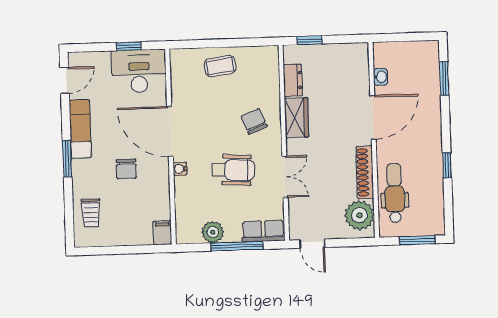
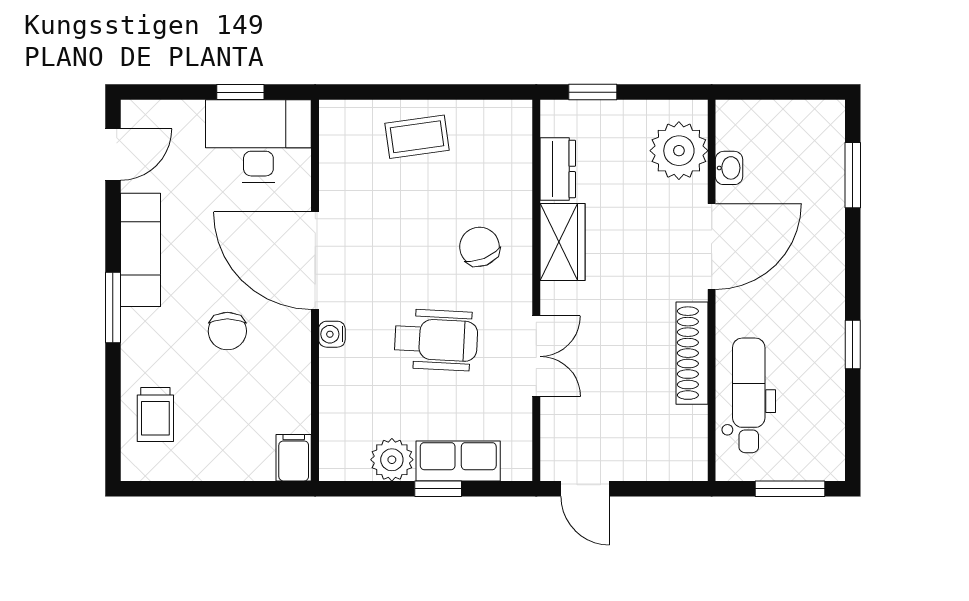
plant: (359, 215) -> (679, 151), moved
row of seats: (263, 231) -> (458, 461), moved
window: (237, 246) -> (438, 489), width x0.46

